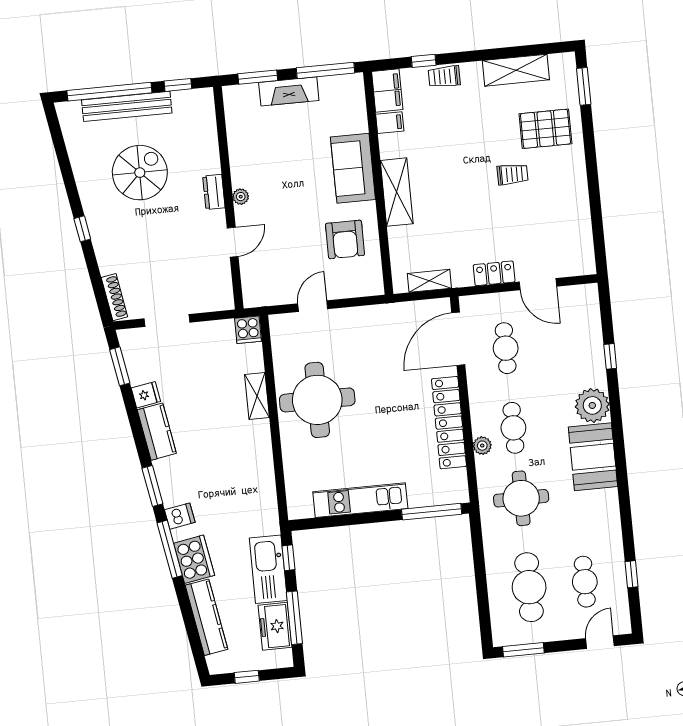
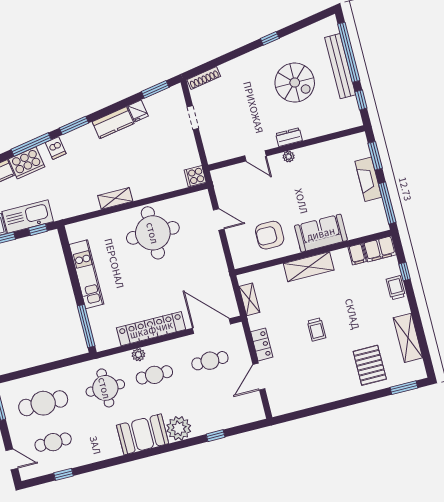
trolley: (512, 174) -> (316, 329), moved
window: (82, 229) -> (270, 38), moved
doorway: (167, 320) -> (193, 118), width x0.73
shelving: (257, 396) -> (115, 198), moved

